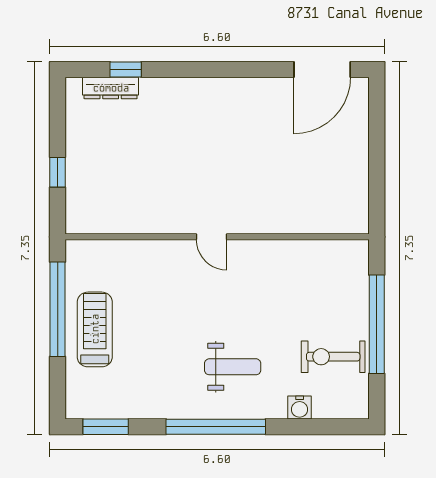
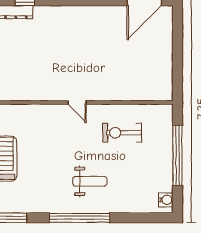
exercise bike: (333, 357) -> (122, 133), moved
water cooler: (300, 408) -> (166, 200), moved, turned -90

